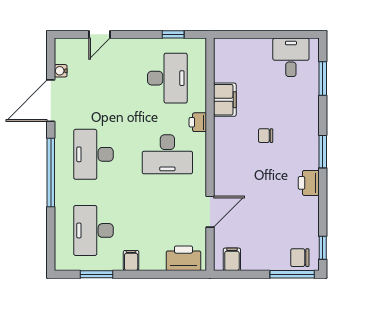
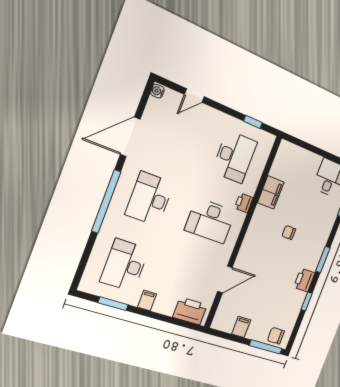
water cooler: (61, 71) -> (157, 91), moved
window: (323, 248) -> (307, 301), moved
filing cabinet: (232, 259) -> (241, 327), moved

